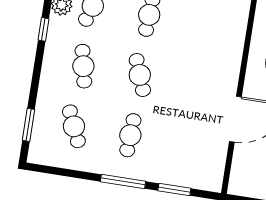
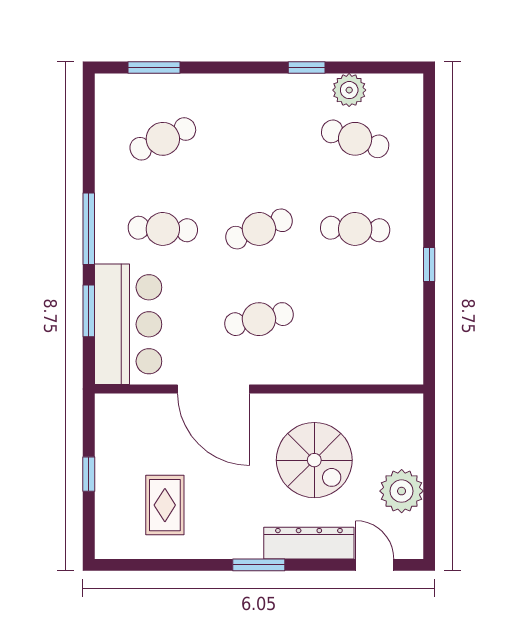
cafe table: (83, 66) -> (259, 319), moved
bar counter: (187, 166) -> (128, 324), added

